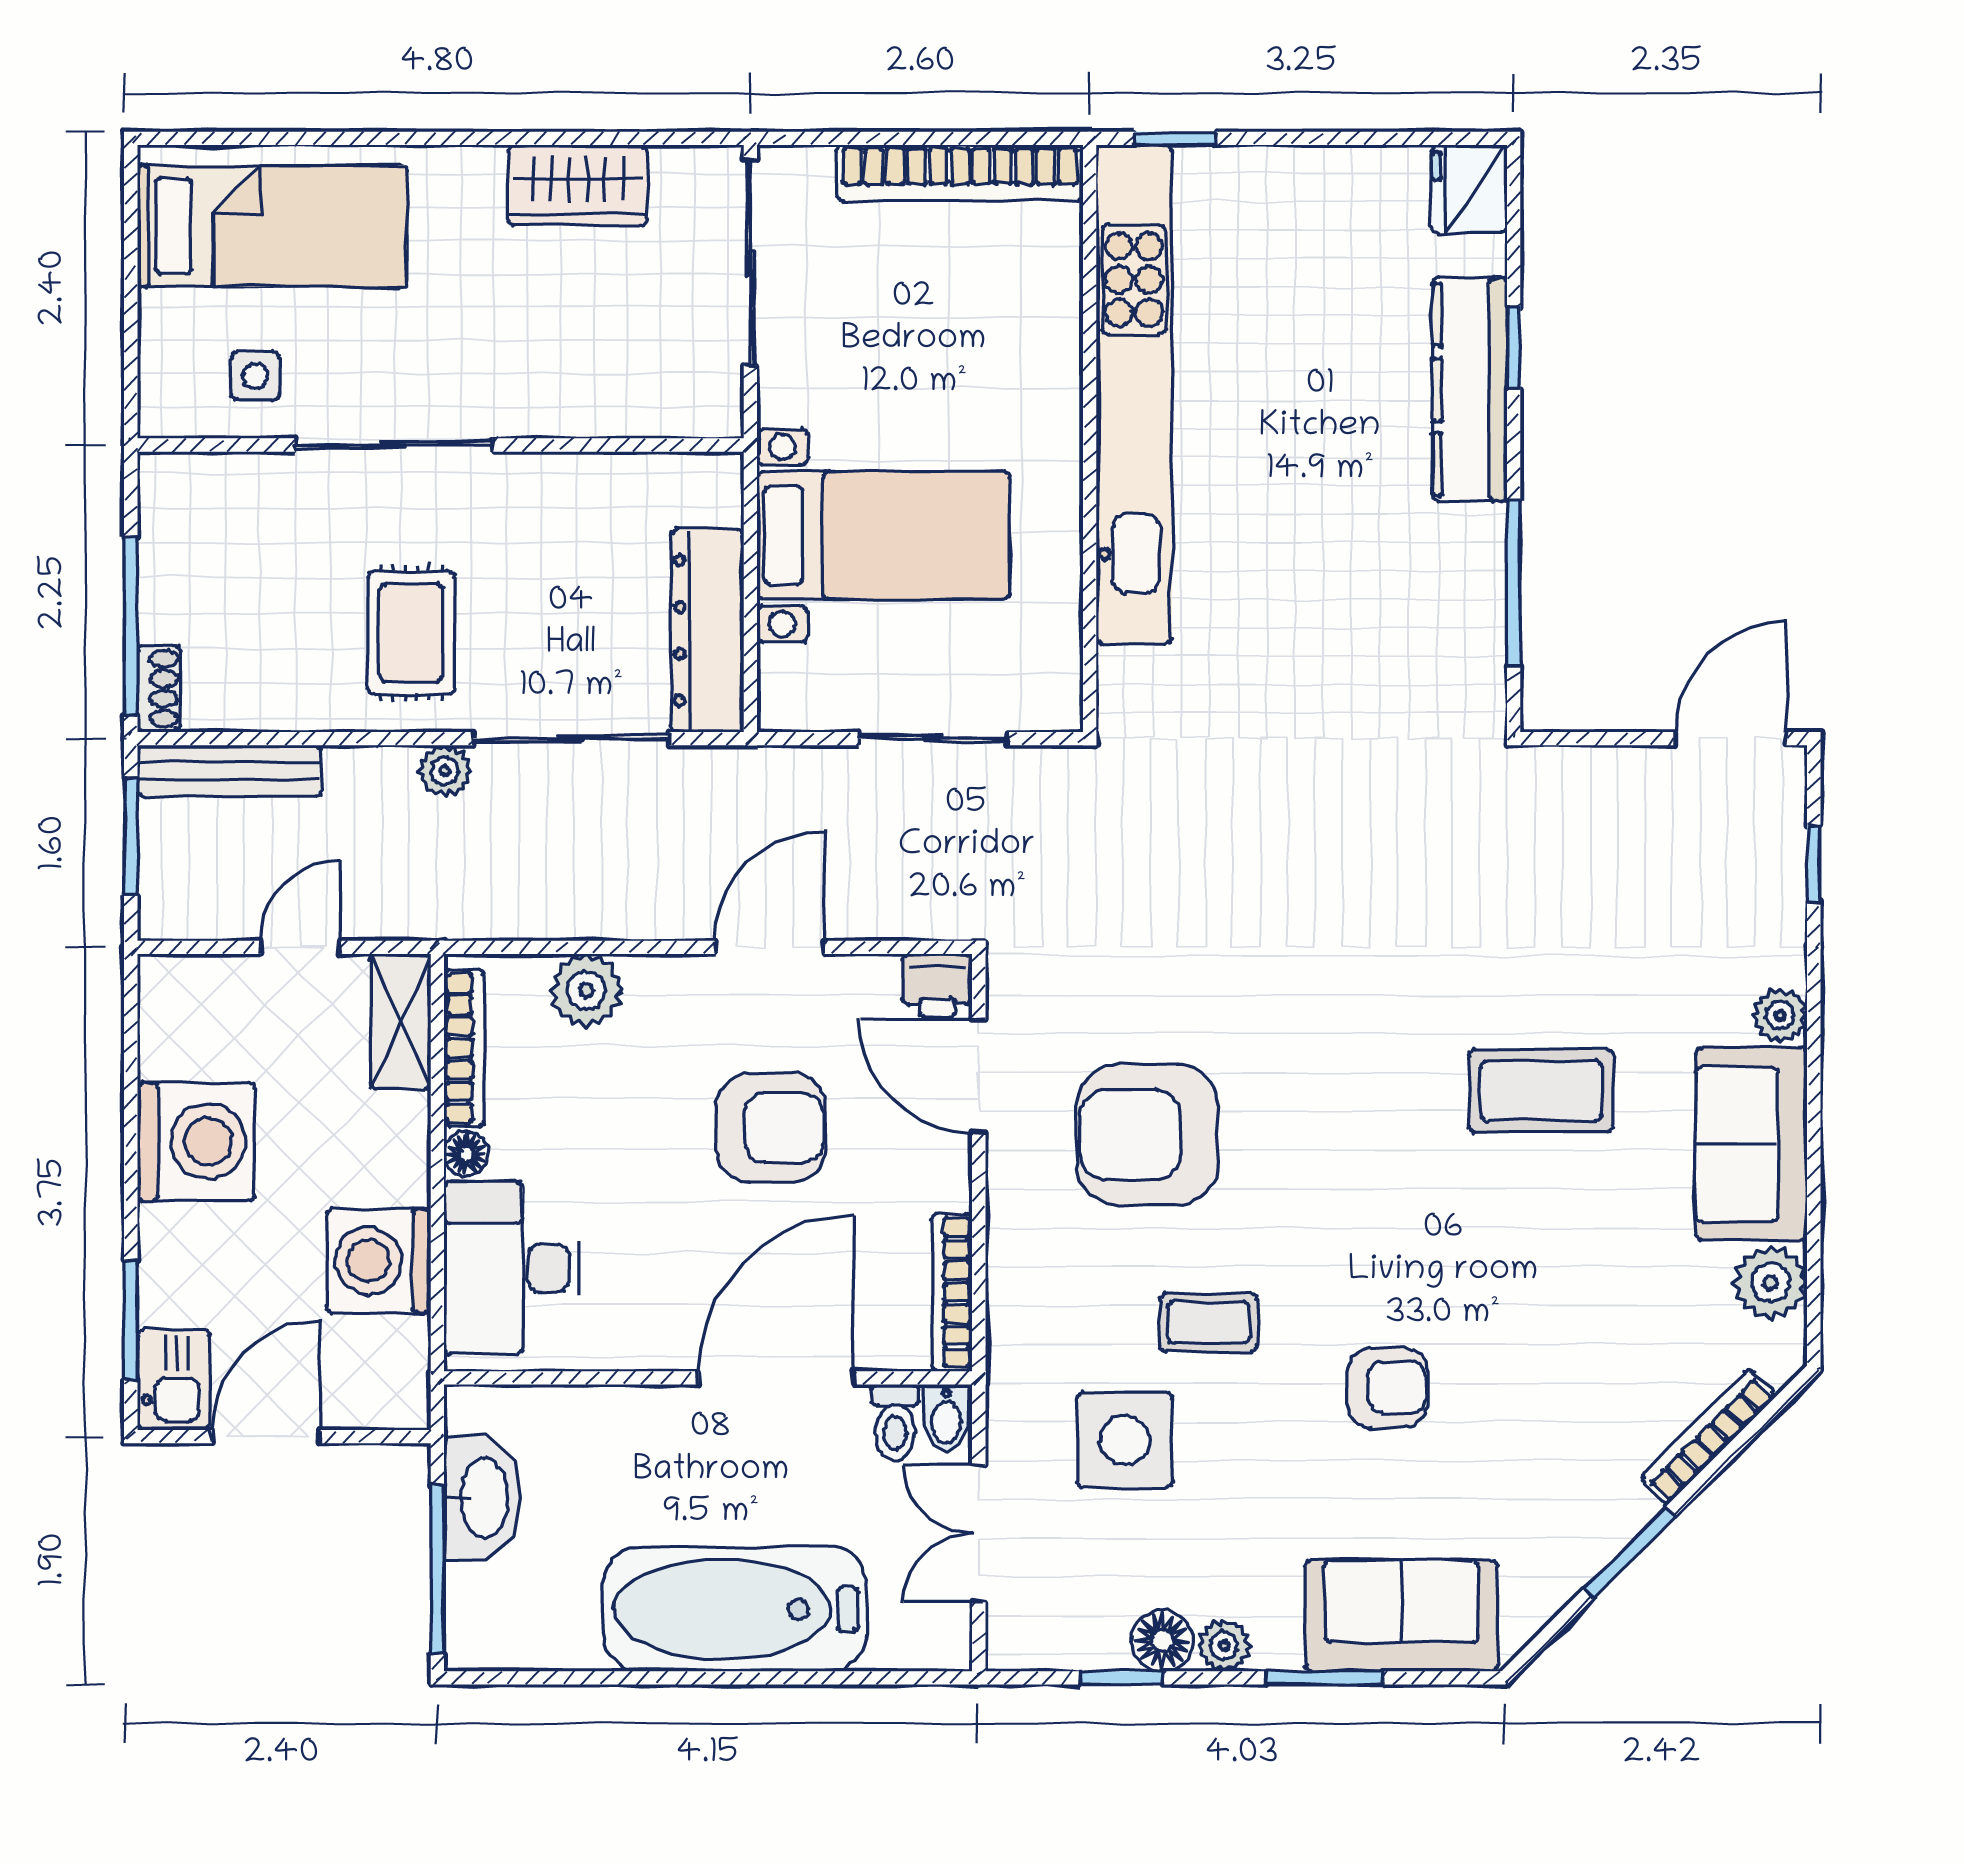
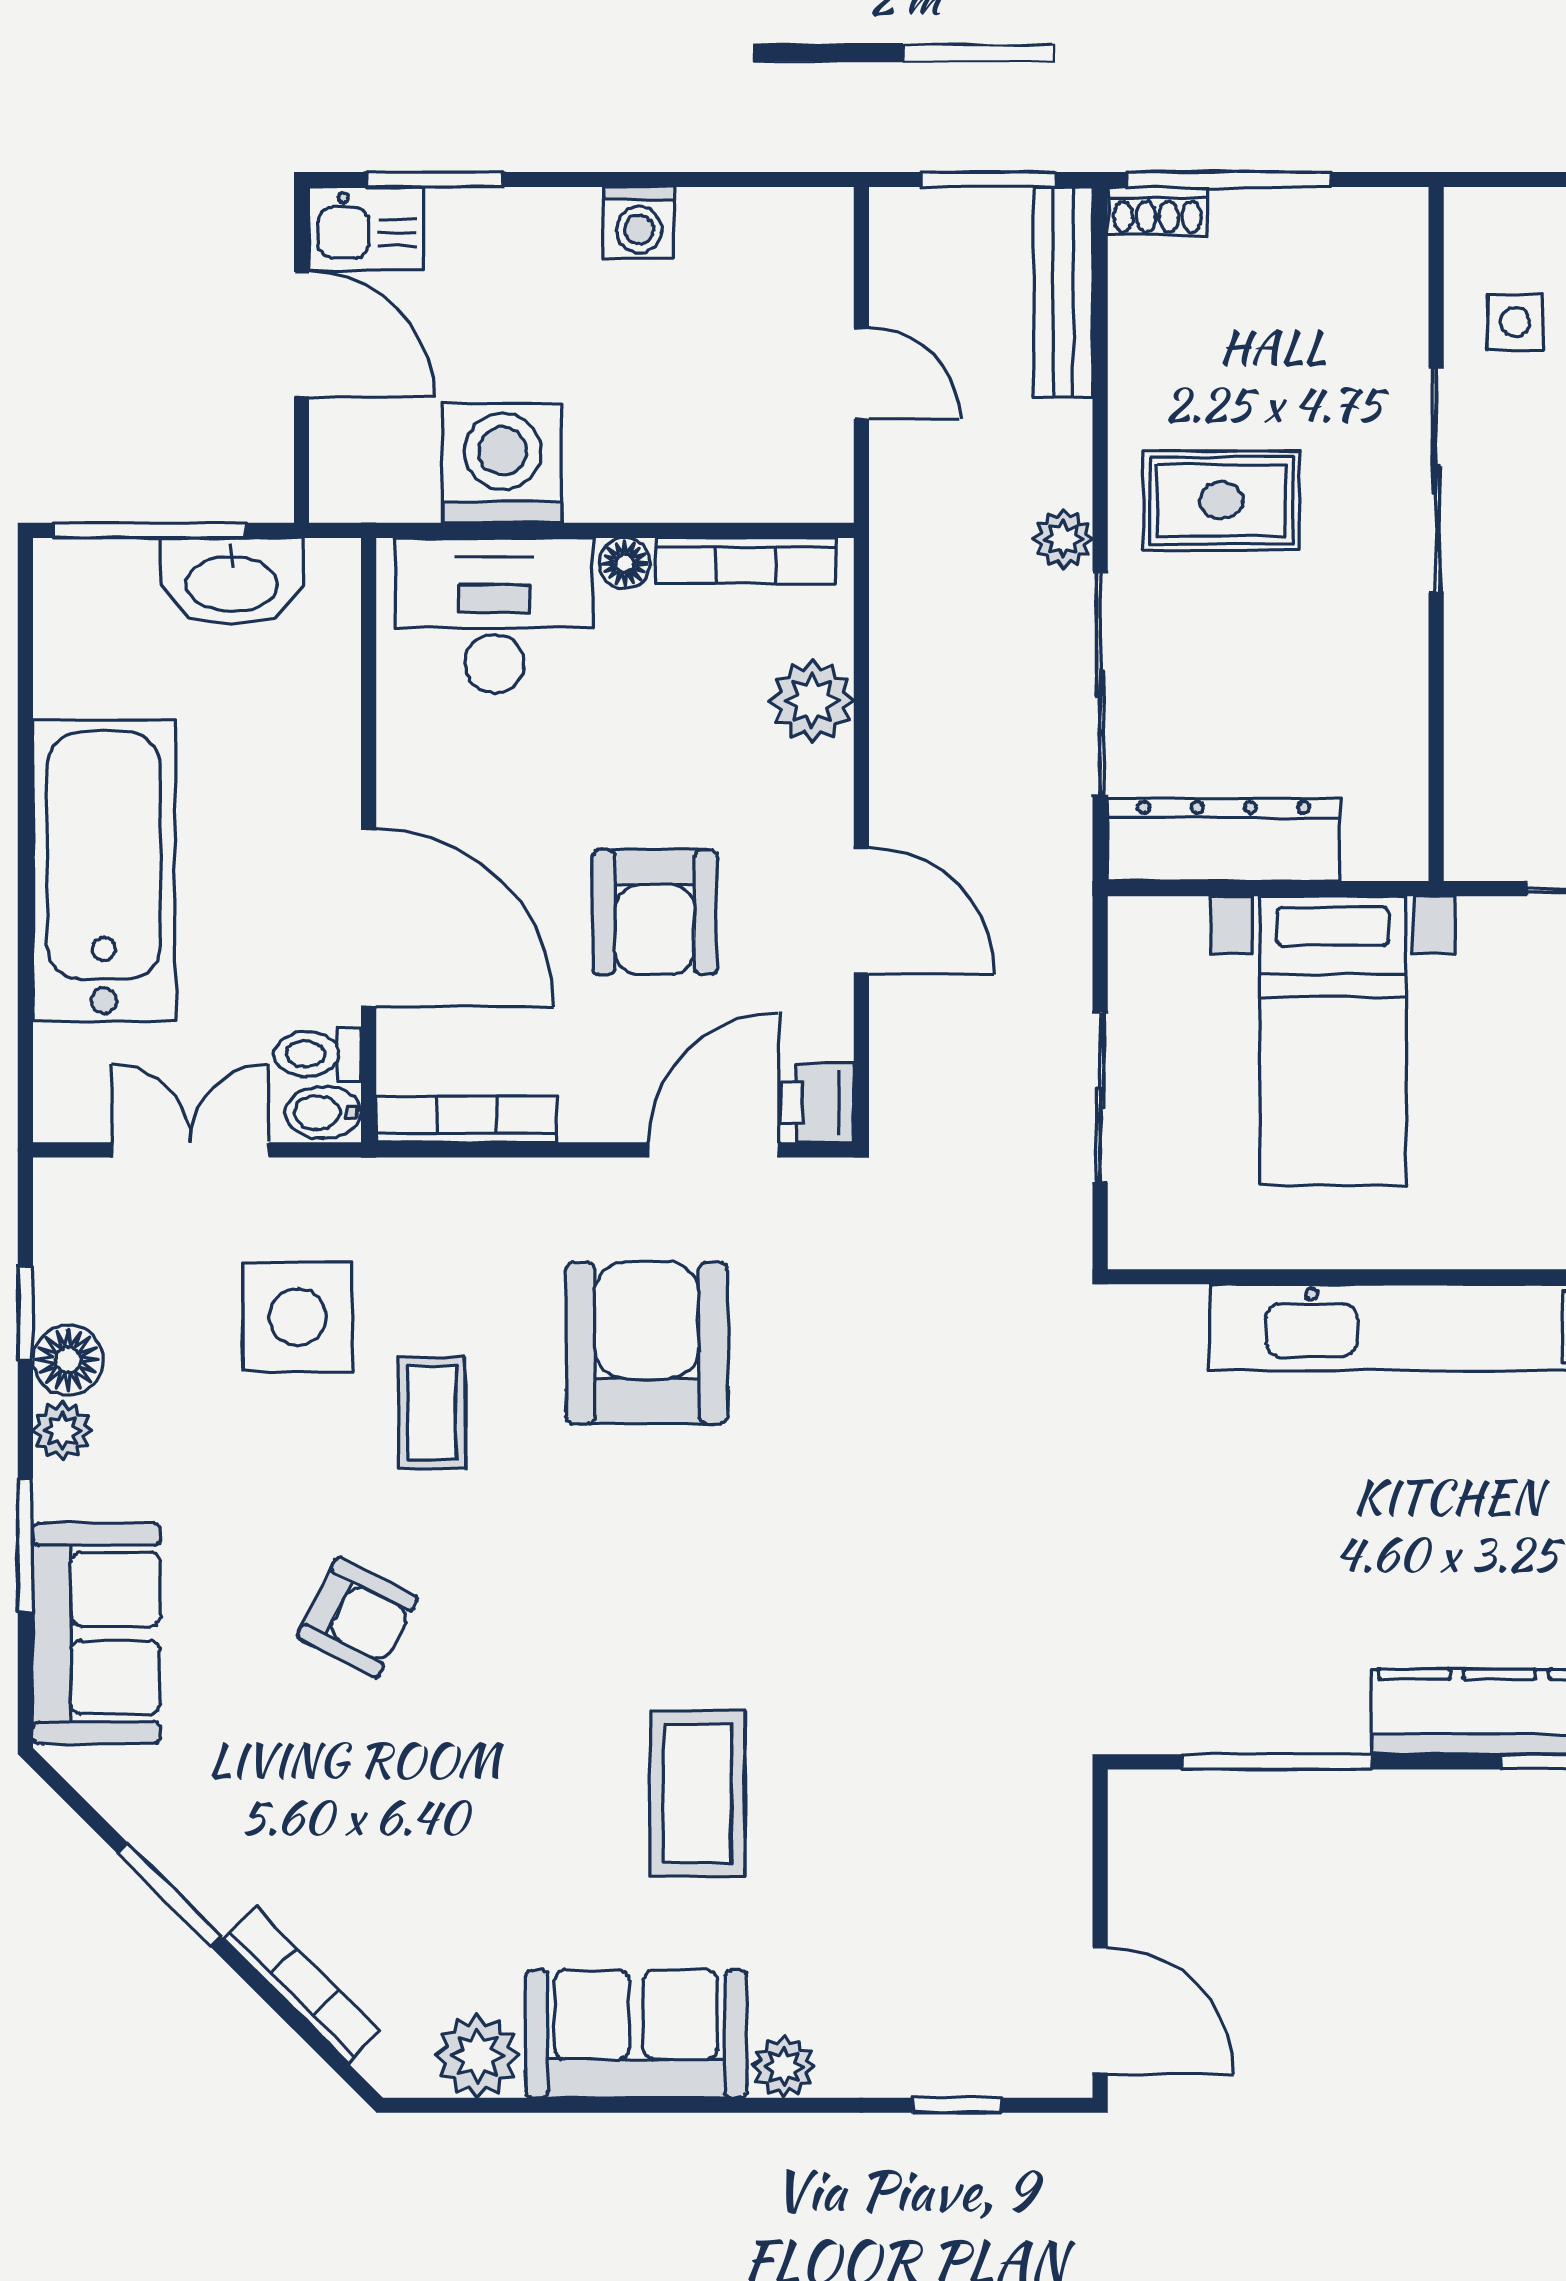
shelving: (401, 1021) -> (777, 488), removed
washing machine: (196, 1142) -> (639, 223), width x0.53, depth x0.53
armchair: (1387, 1388) -> (357, 1617), turned -63

